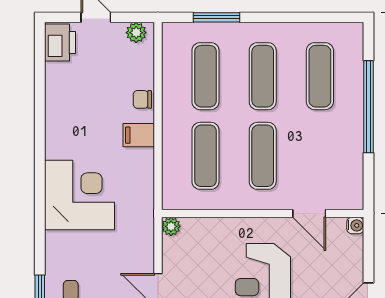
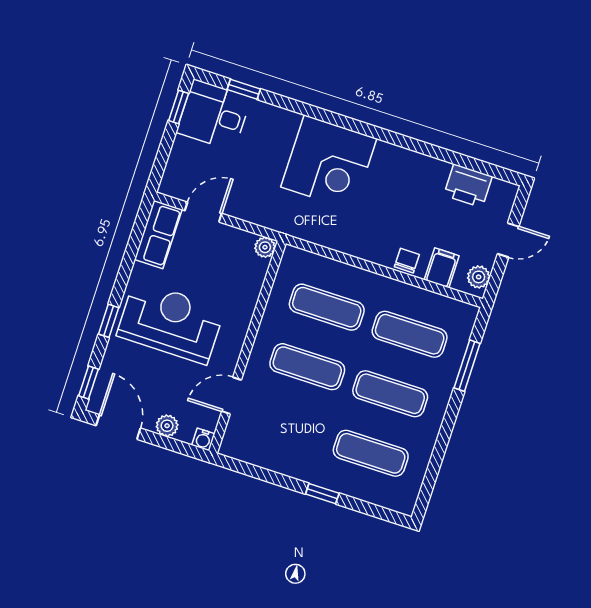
printer: (60, 42) -> (468, 186), moved
window: (369, 107) -> (322, 494), width x0.32
filing cabinet: (139, 135) -> (442, 268), moved
plant: (354, 261) -> (167, 426), added

